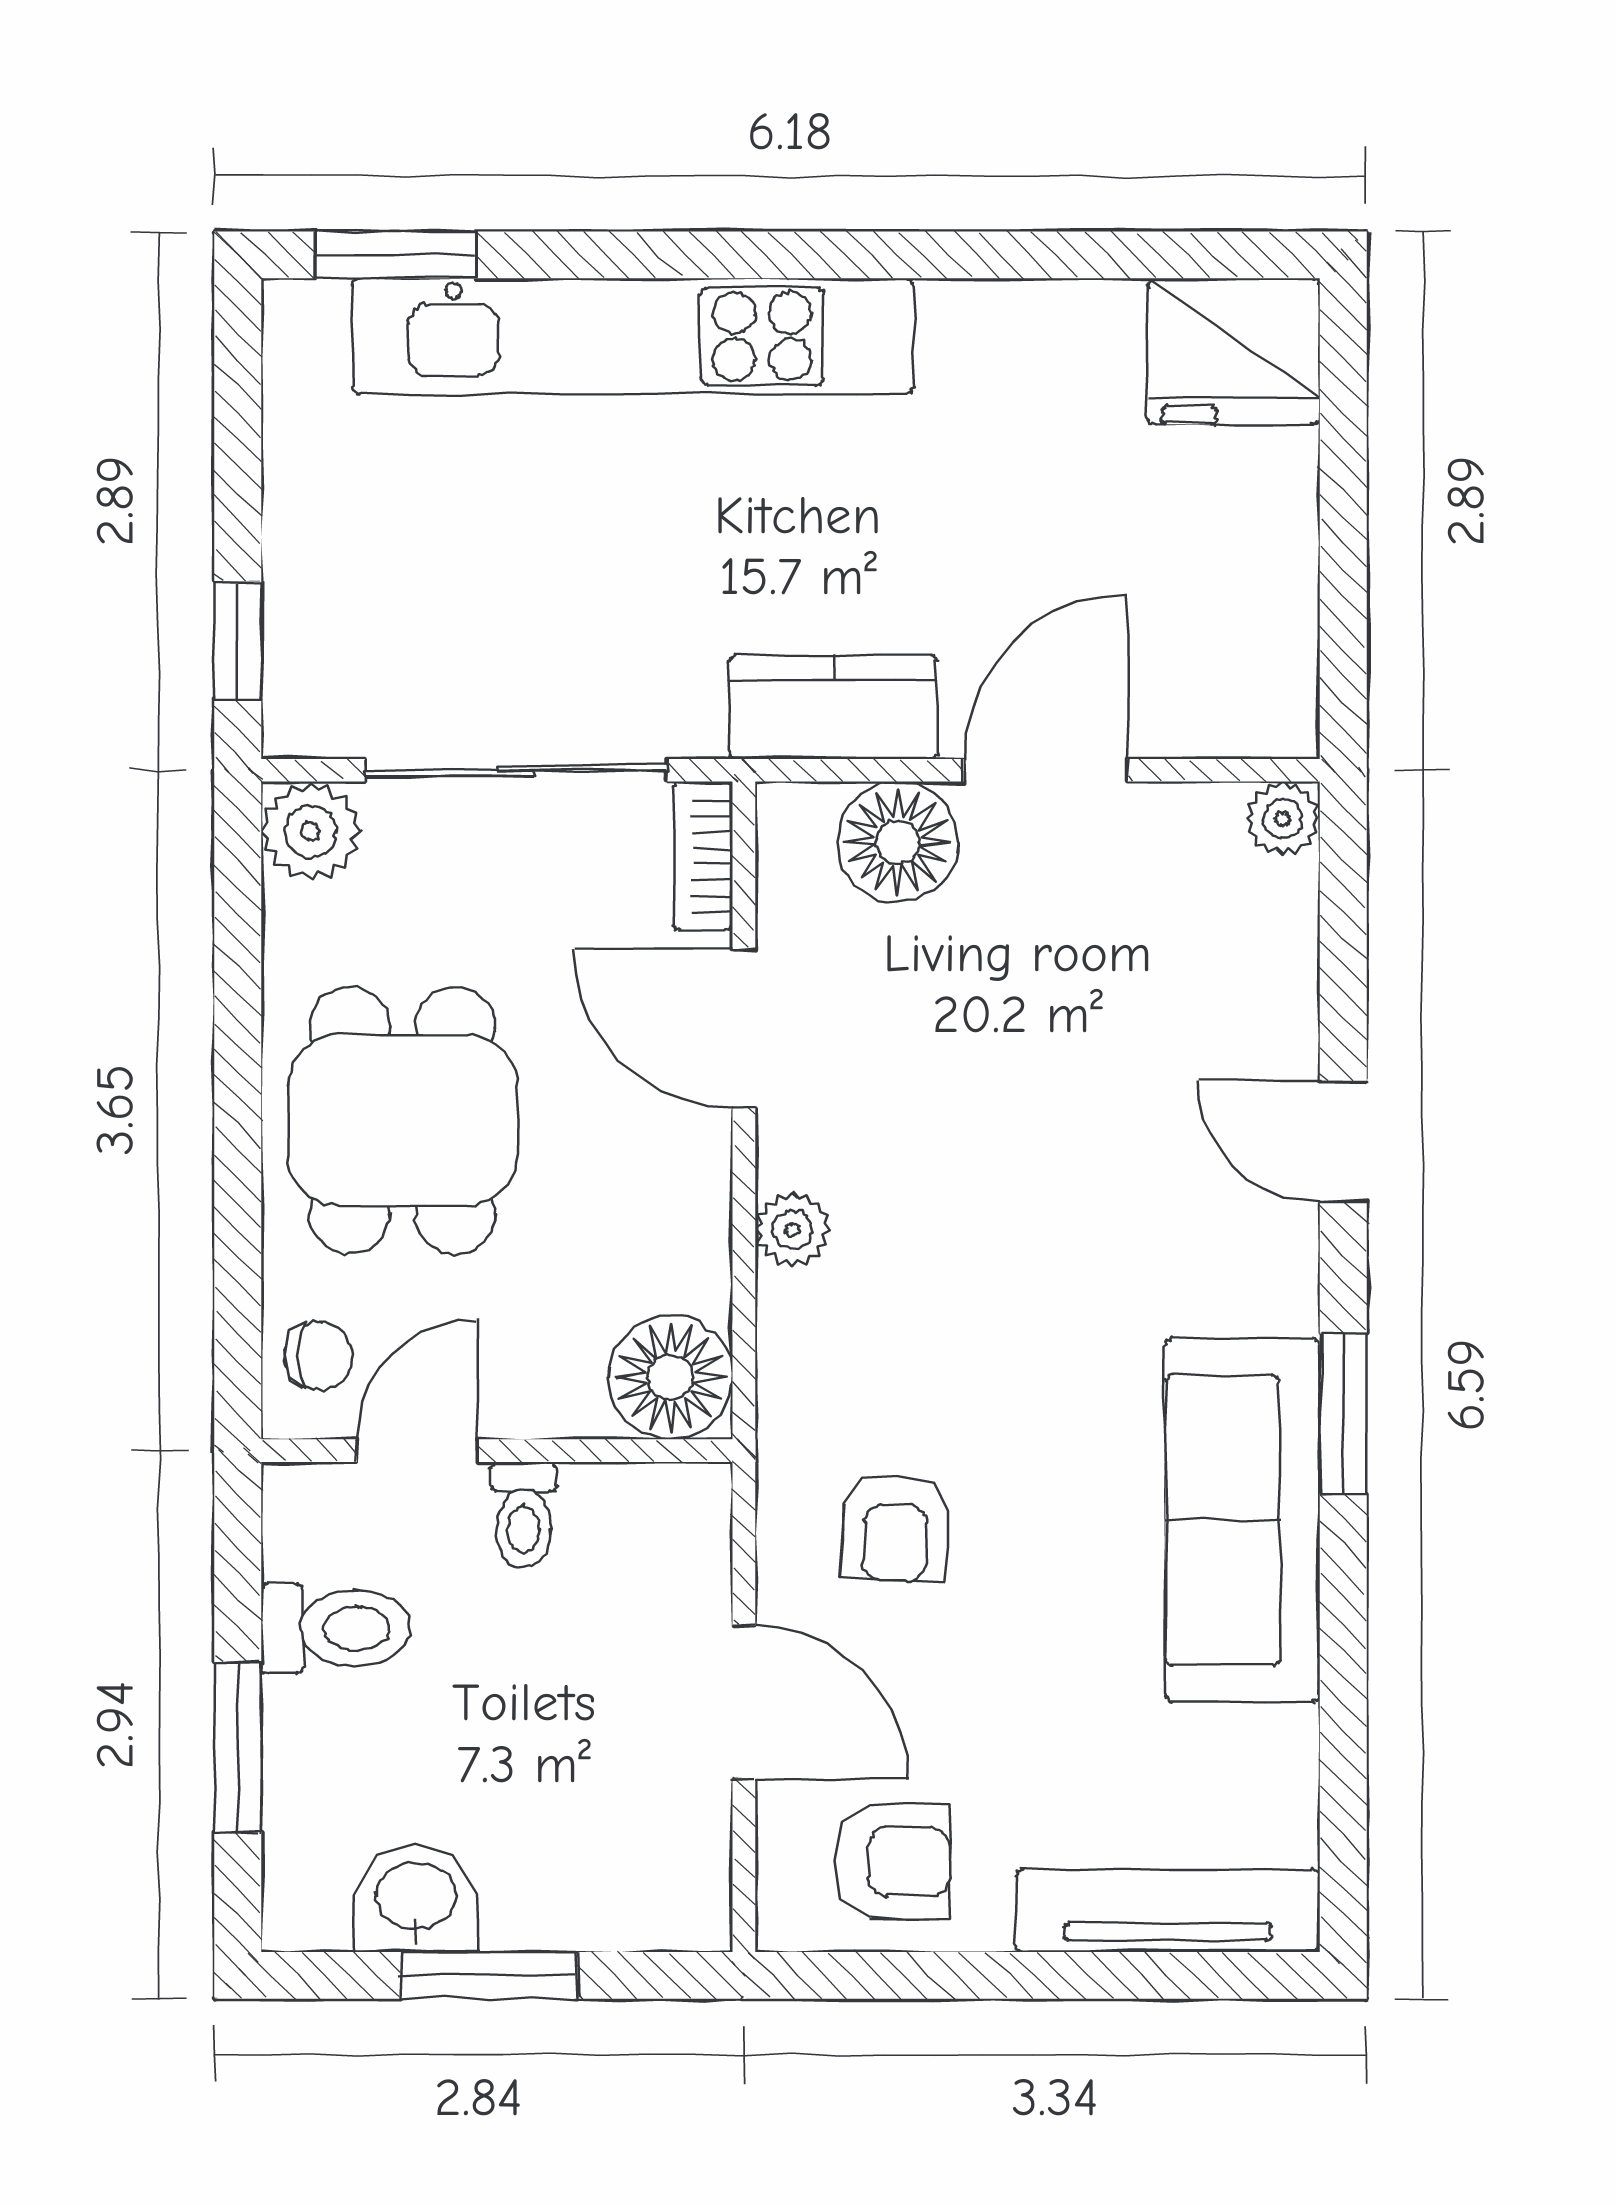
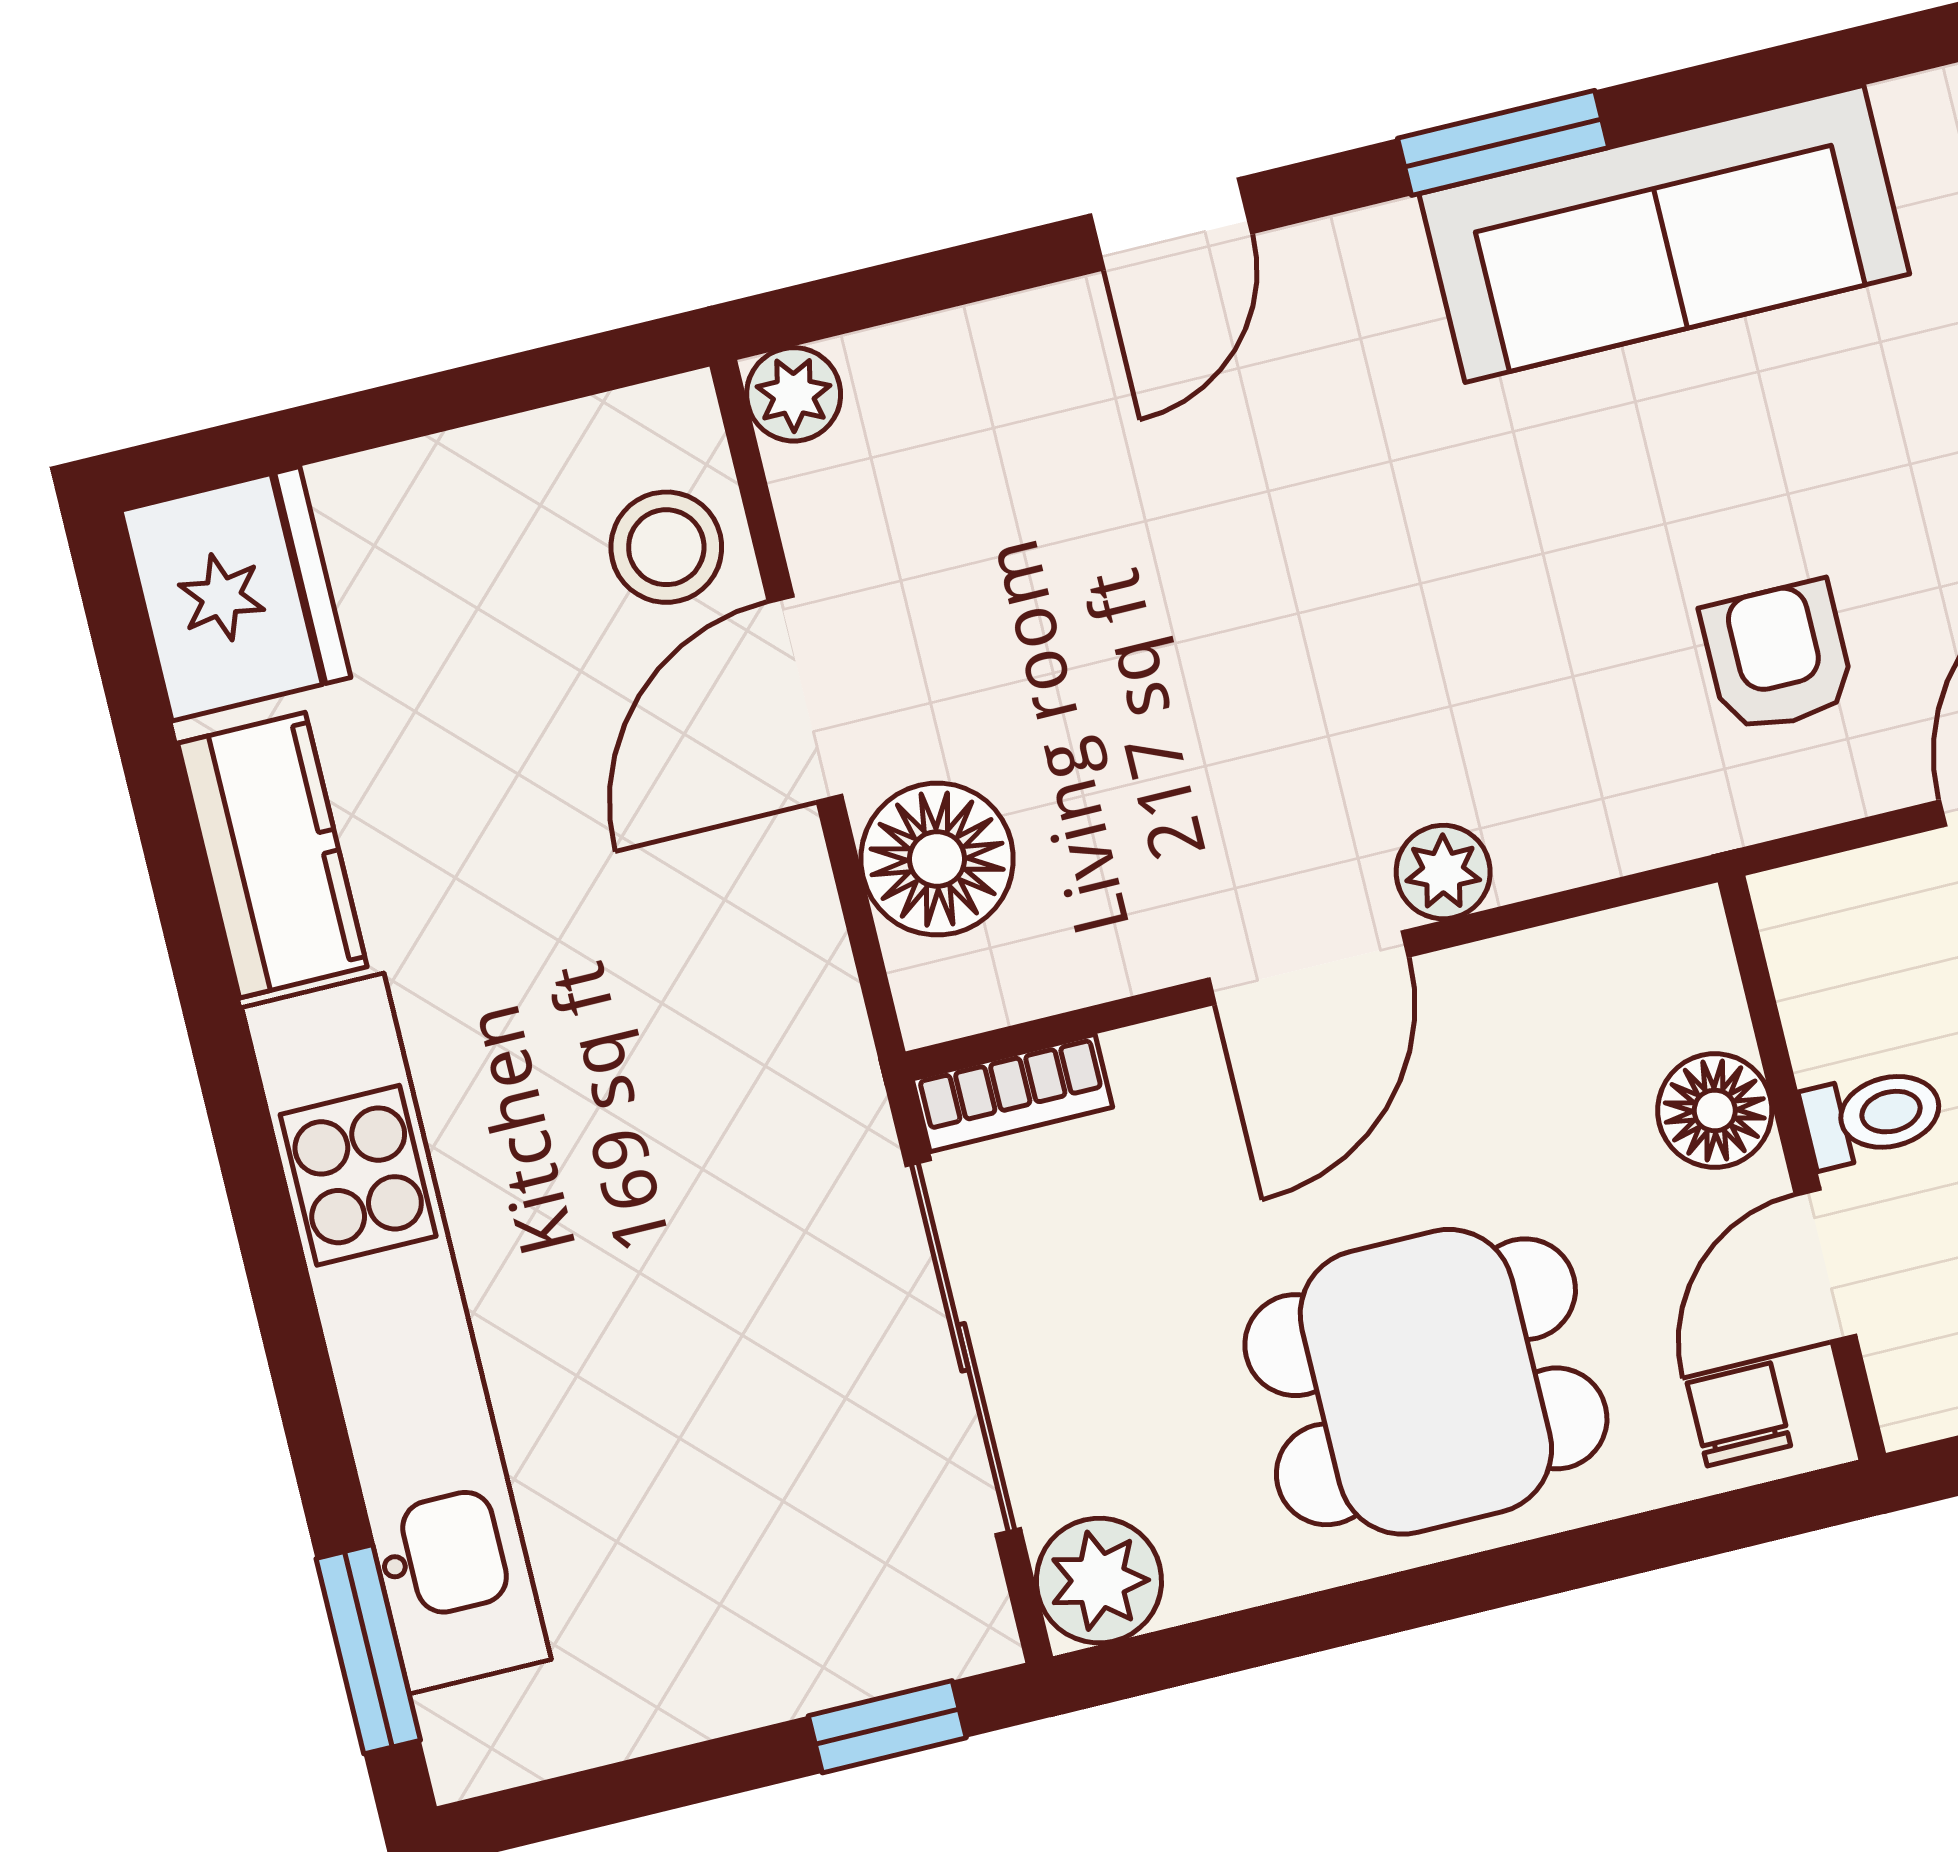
stool: (1189, 692) -> (666, 547), added
kitchen counter: (833, 707) -> (272, 855), moved, turned 180
door: (1046, 770) -> (805, 699), hinge flipped
door: (744, 1029) -> (1309, 968), moved
floor lamp: (671, 1377) -> (1715, 1110), moved, width x0.73, depth x0.73
door: (417, 1451) -> (1826, 1265), hinge flipped
armchair: (895, 1528) -> (1778, 657), turned -93

